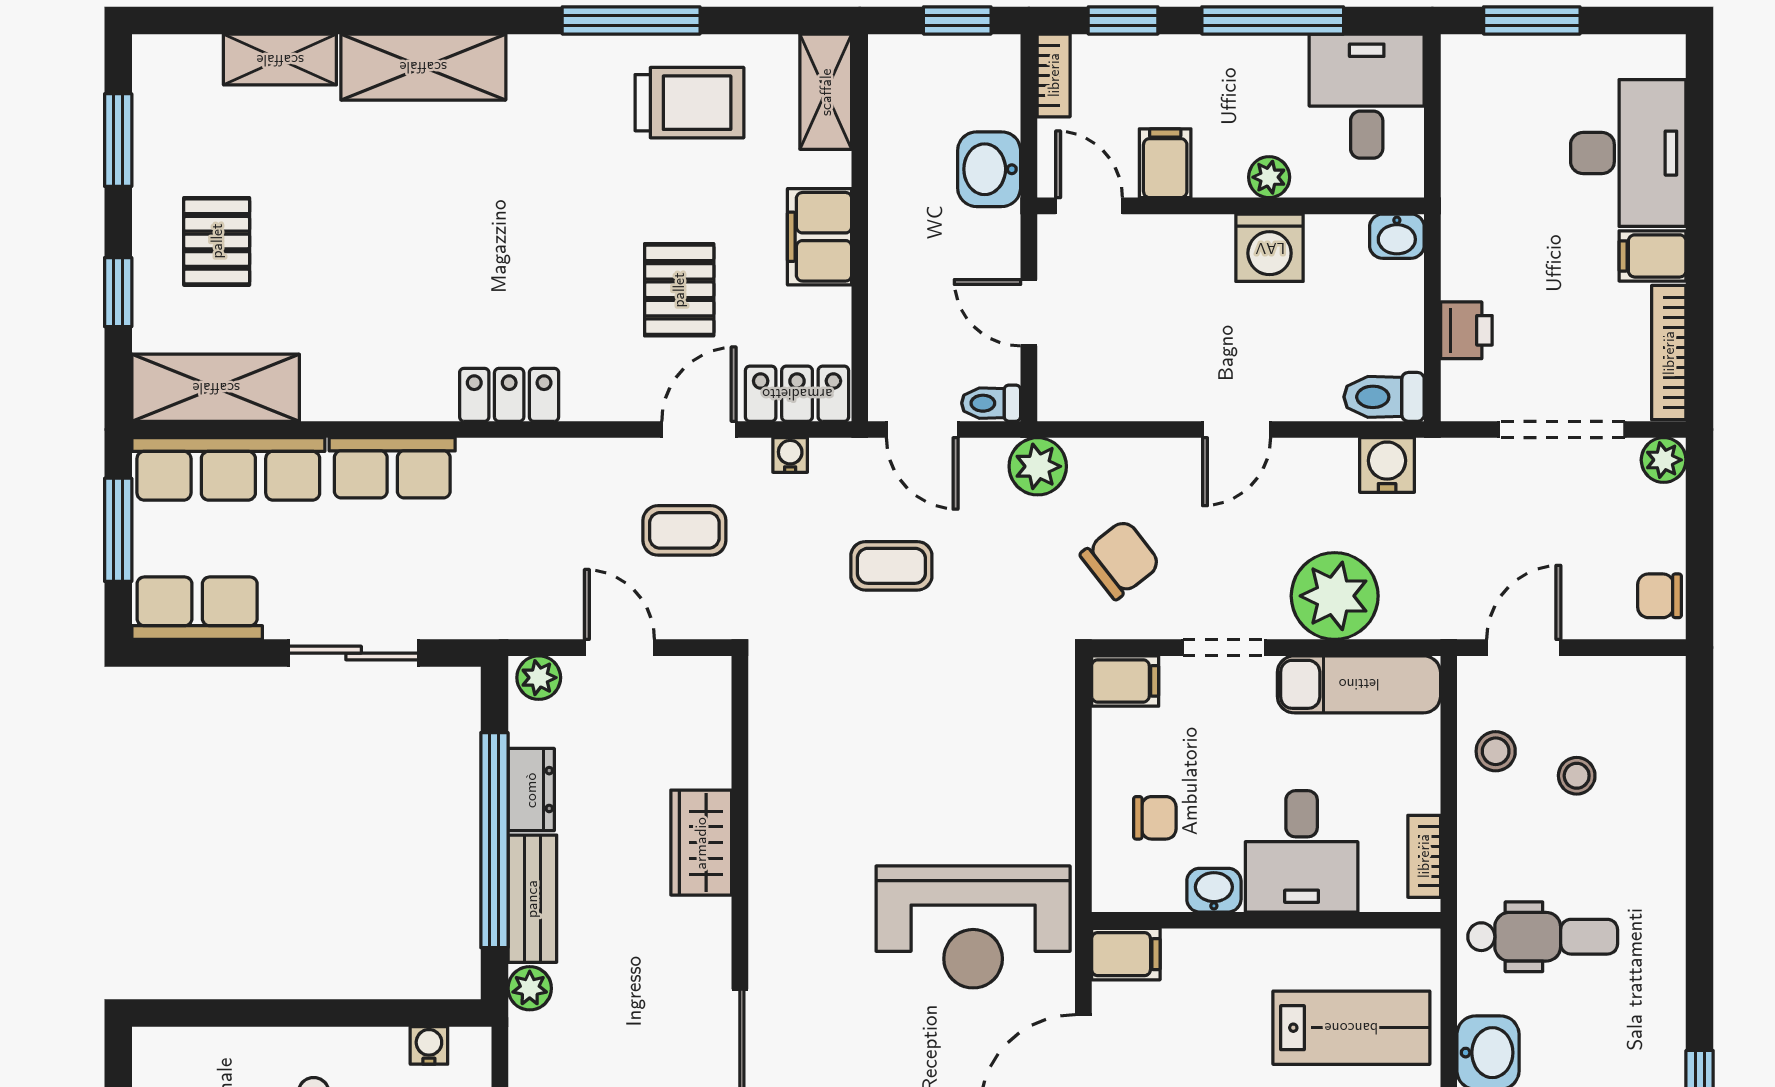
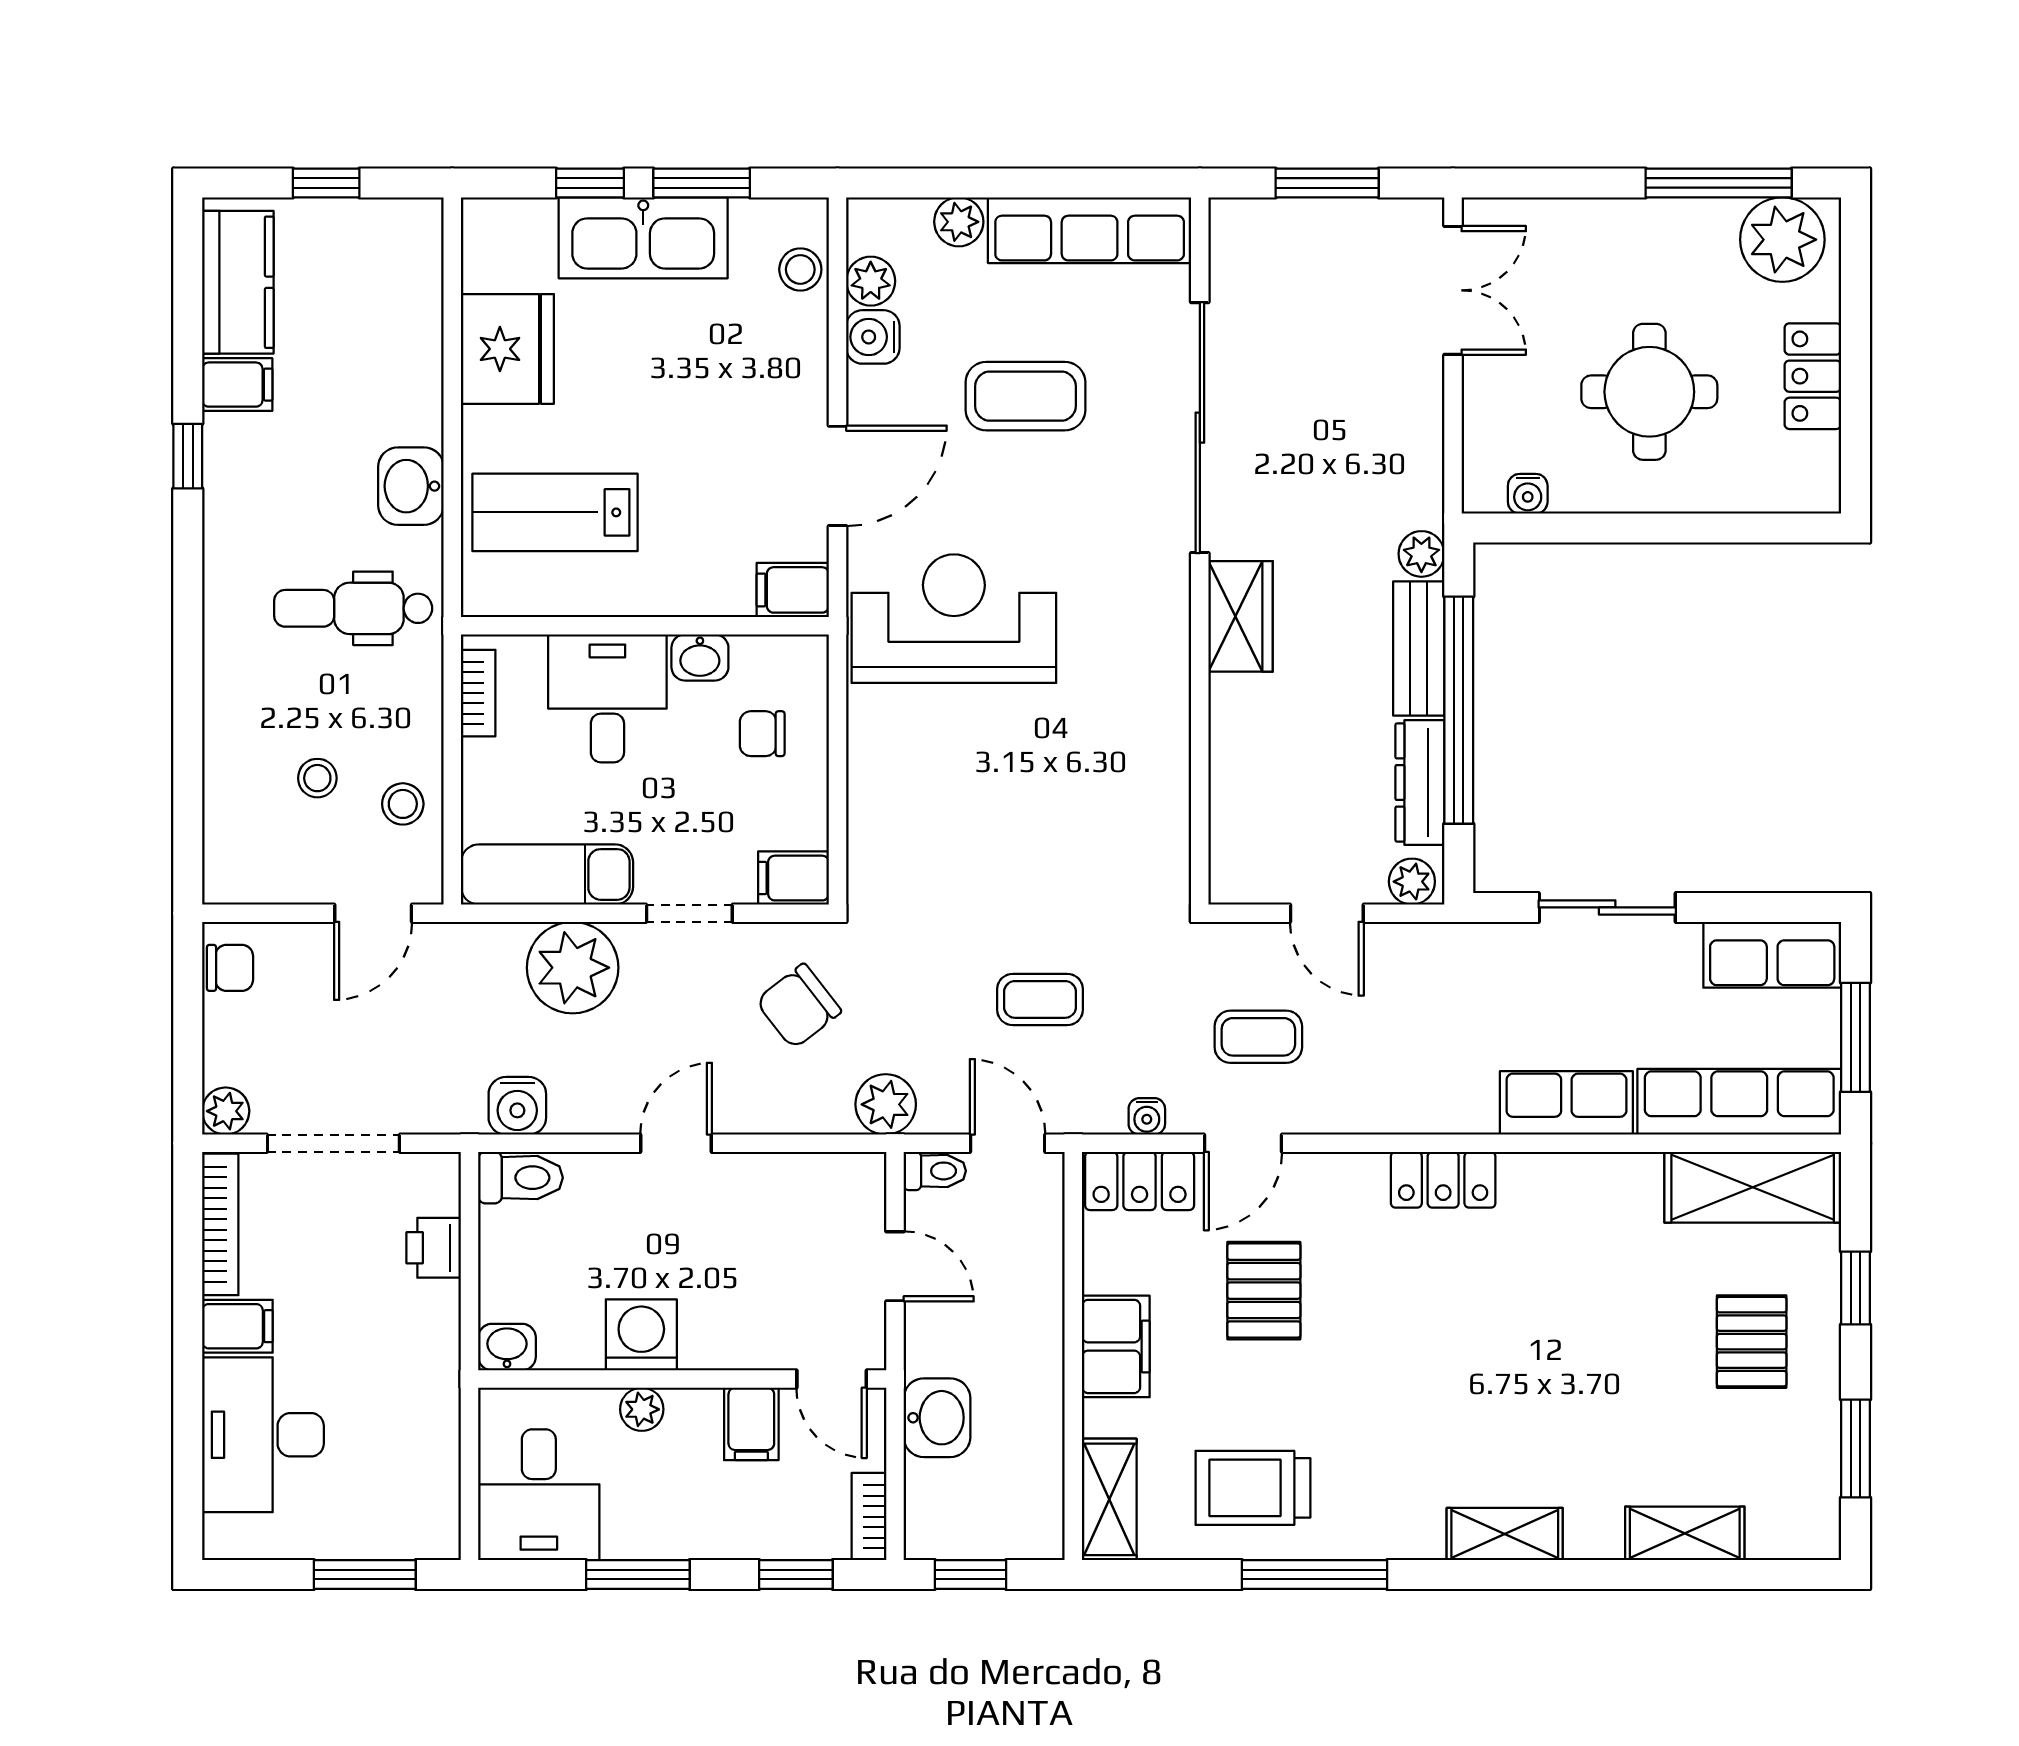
window: (1273, 20) -> (638, 1575), width x0.69
shelving: (423, 67) -> (1505, 1534), width x0.67, depth x0.75
dresser: (531, 790) -> (1420, 782), width x1.44
wardrobe: (701, 843) -> (1241, 616), moved

